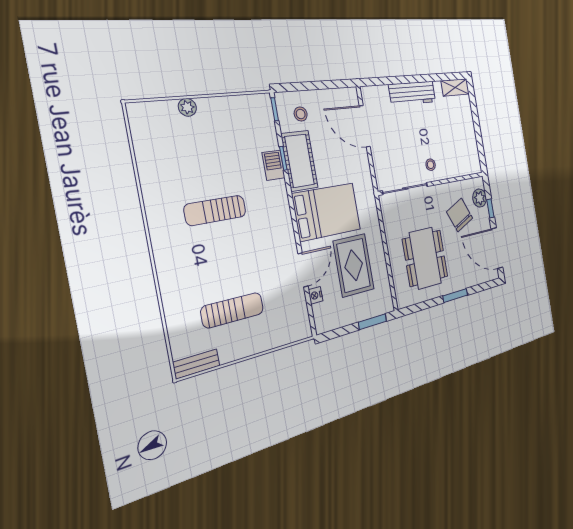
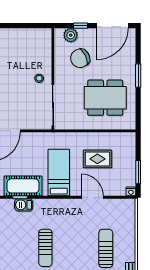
bed: (327, 212) -> (59, 173), width x0.67
rug: (354, 265) -> (97, 159), width x0.73, depth x0.70
nightstand: (316, 295) -> (131, 191), moved
window: (372, 322) -> (138, 172), moved

